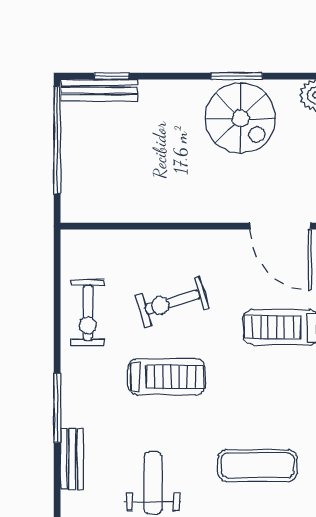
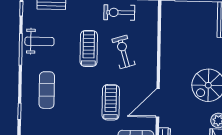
treadmill: (166, 377) -> (89, 48), turned 180

